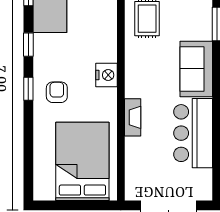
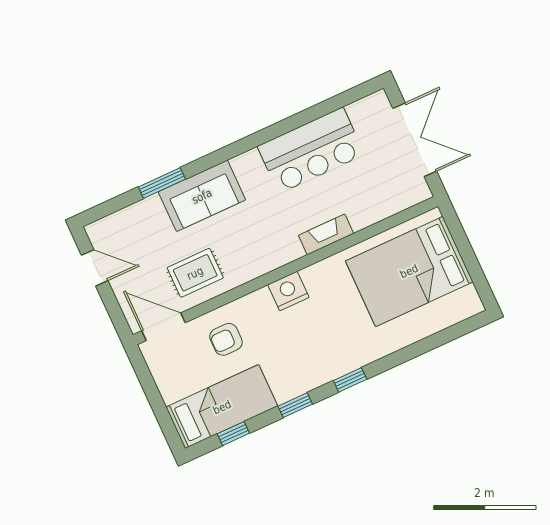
sofa: (196, 69) -> (202, 196), moved
armchair: (57, 92) -> (226, 339), moved

